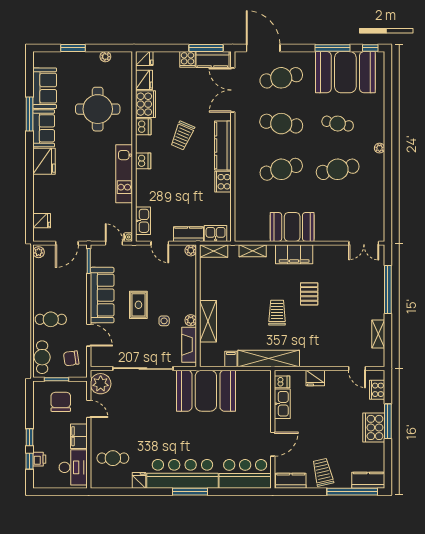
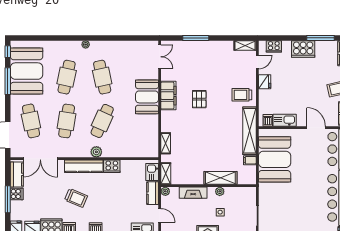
window: (206, 48) -> (8, 199), moved
cafe table: (338, 124) -> (67, 77), width x1.37, depth x1.35
plant: (241, 162) -> (96, 152), added
cafe table: (281, 169) -> (102, 121), turned 39
booth: (292, 227) -> (147, 97), moved
door: (160, 243) -> (160, 215), hinge flipped
filing cabinet: (294, 254) -> (168, 96), moved
window: (388, 289) -> (196, 38), width x0.68
pallet: (309, 294) -> (199, 99), turned 90
trolley: (277, 313) -> (242, 95), moved
shelving: (378, 334) -> (245, 45), moved
fireplace: (189, 345) -> (193, 193), moved
fridge: (315, 378) -> (265, 82), moved
booth: (206, 391) -> (275, 159), moved
window: (388, 421) -> (321, 38), moved

